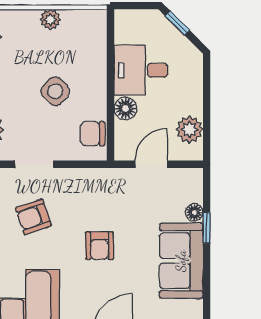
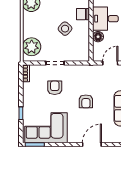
chair: (92, 134) -> (82, 14), moved
armchair: (33, 217) -> (55, 88), turned 109

